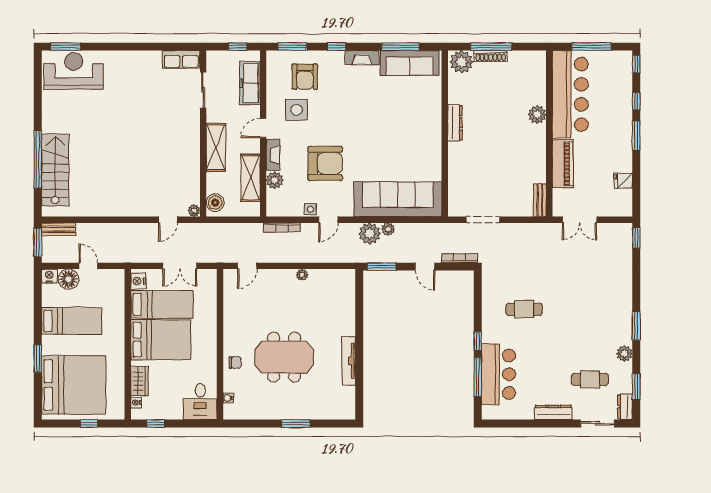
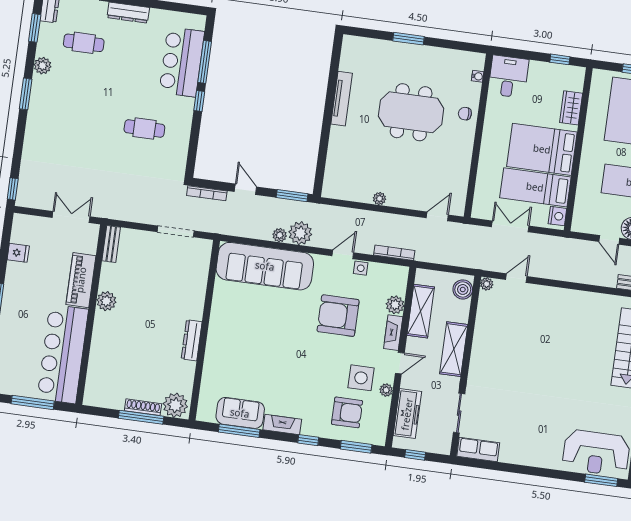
sofa: (410, 63) -> (240, 413), width x0.73
armchair: (305, 77) -> (347, 412), turned 90
plant: (272, 102) -> (386, 390), added
plant: (537, 115) -> (106, 301), moved
nightstand: (136, 403) -> (578, 85), removed

